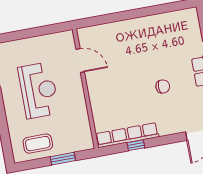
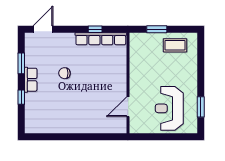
door: (80, 61) -> (128, 107), hinge flipped
reception desk: (39, 90) -> (169, 108), moved

